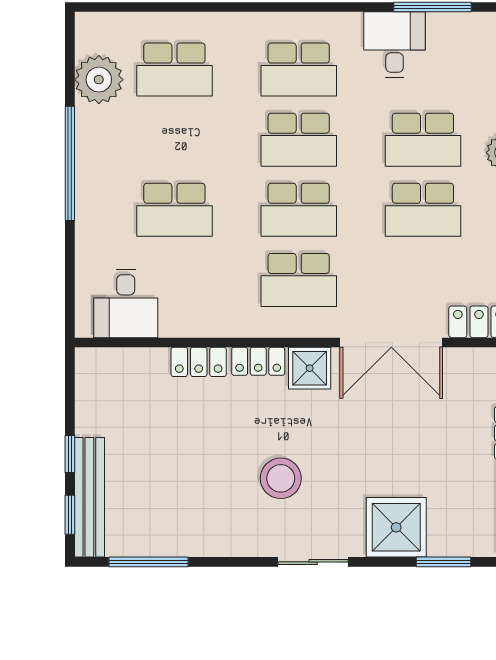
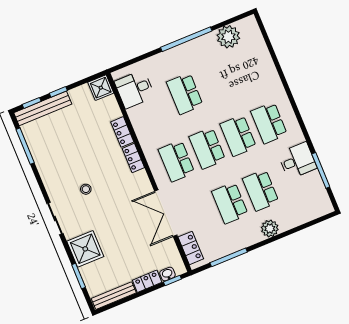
school desk: (174, 70) -> (246, 68), removed
shower: (310, 368) -> (101, 88), moved
stool: (281, 478) -> (86, 189), width x0.53, depth x0.53

